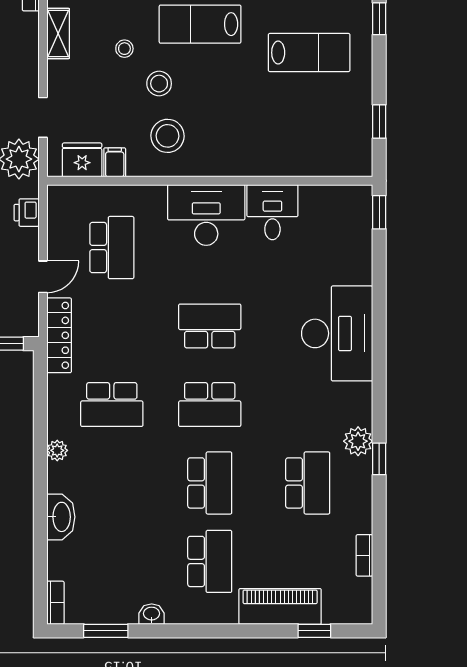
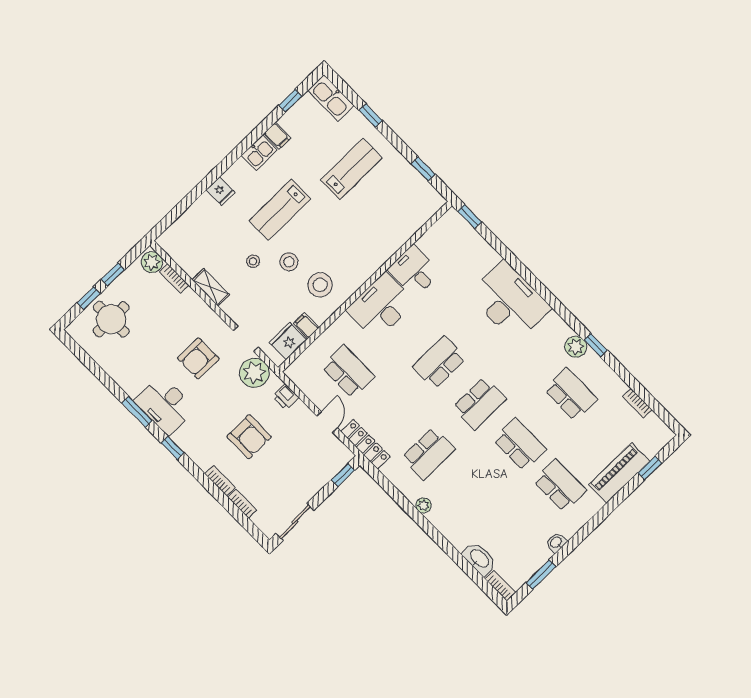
washbasin: (61, 517) -> (479, 559), moved

